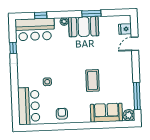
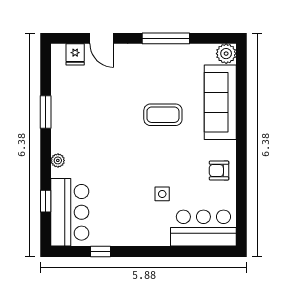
booth: (84, 27) -> (68, 127), removed
window: (137, 96) -> (166, 38), moved
sofa: (106, 113) -> (220, 102), width x1.36

